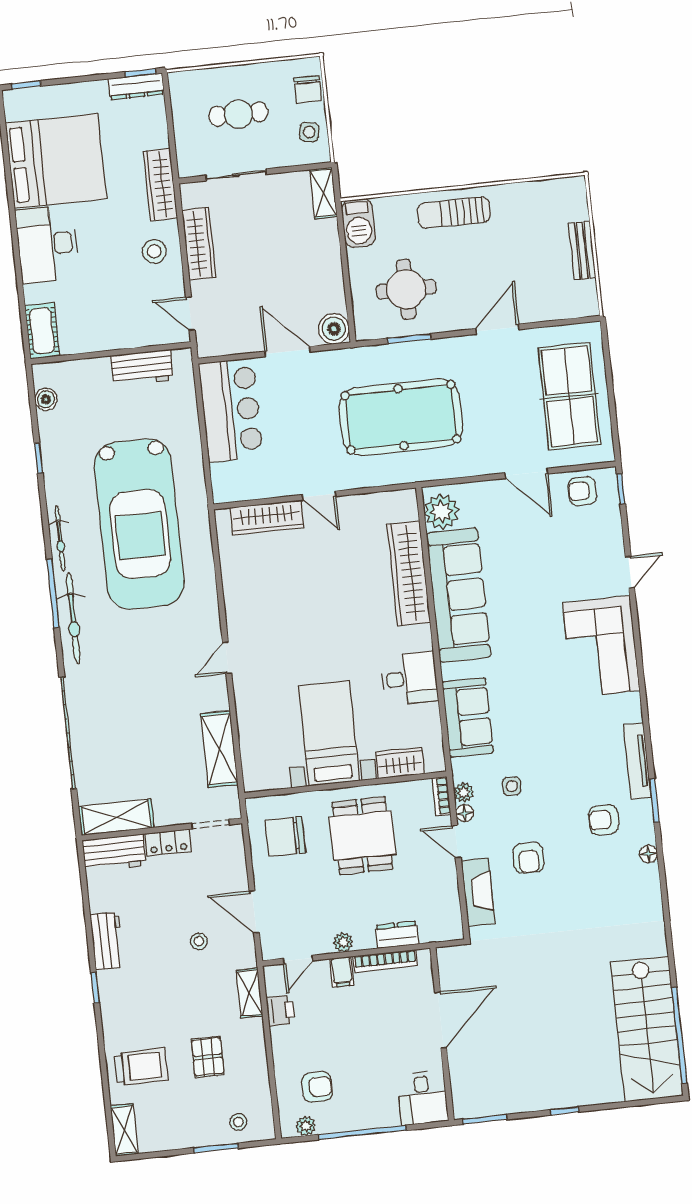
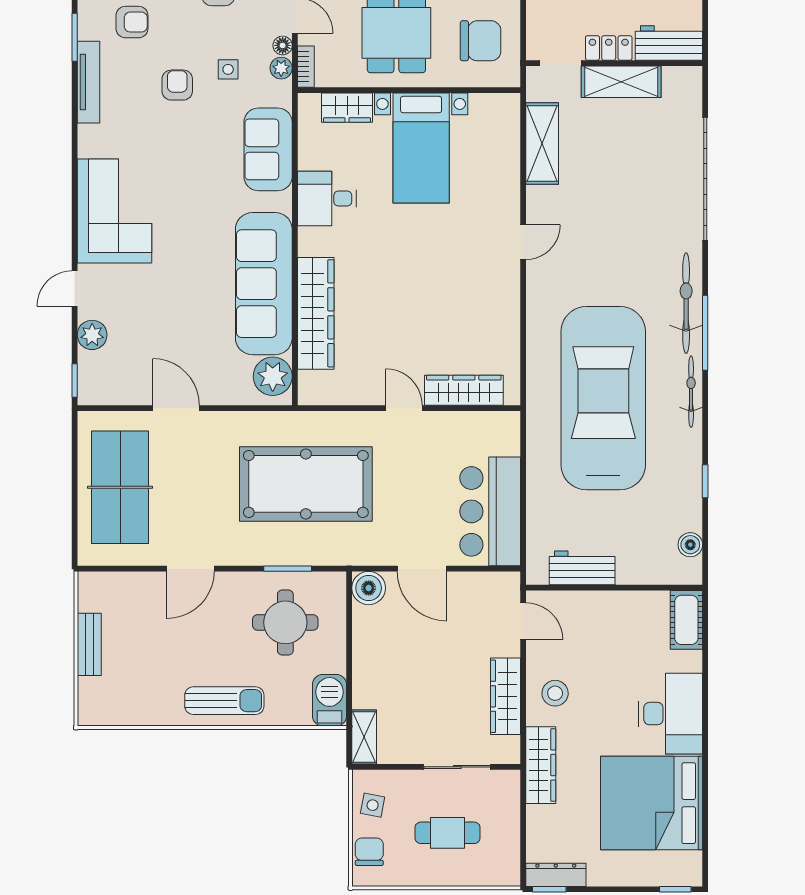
armchair: (582, 491) -> (177, 85), moved, turned -90
plant: (609, 532) -> (92, 335), added
shelving: (116, 817) -> (621, 82), moved

